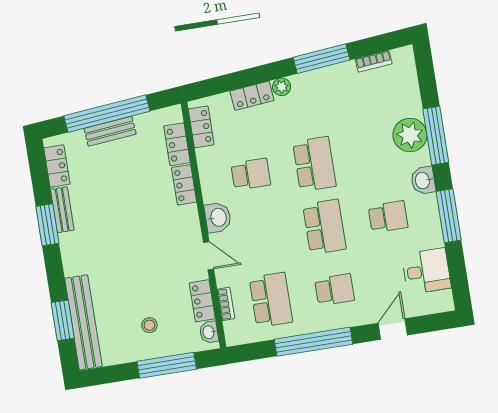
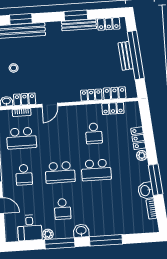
locker: (201, 127) -> (113, 108), moved
plant: (410, 135) -> (48, 234), moved, width x0.53, depth x0.53
bench: (62, 210) -> (79, 25), width x1.36
washbasin: (218, 217) -> (145, 191), moved, turned 85

